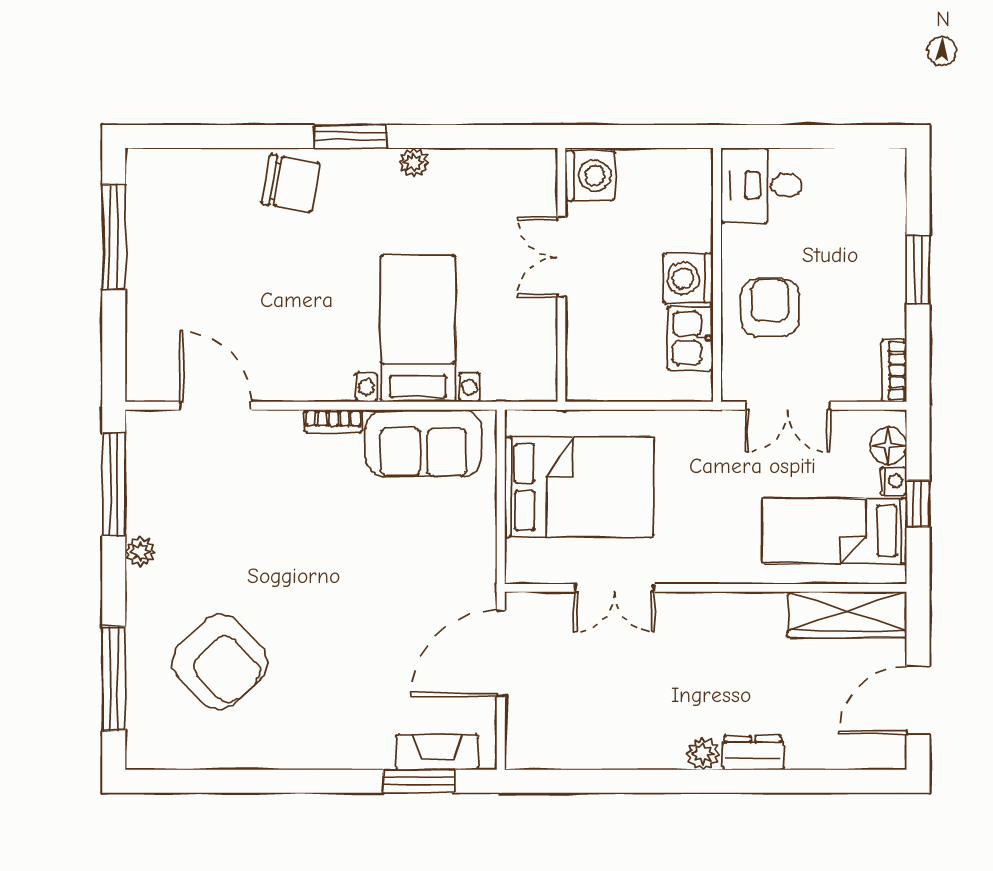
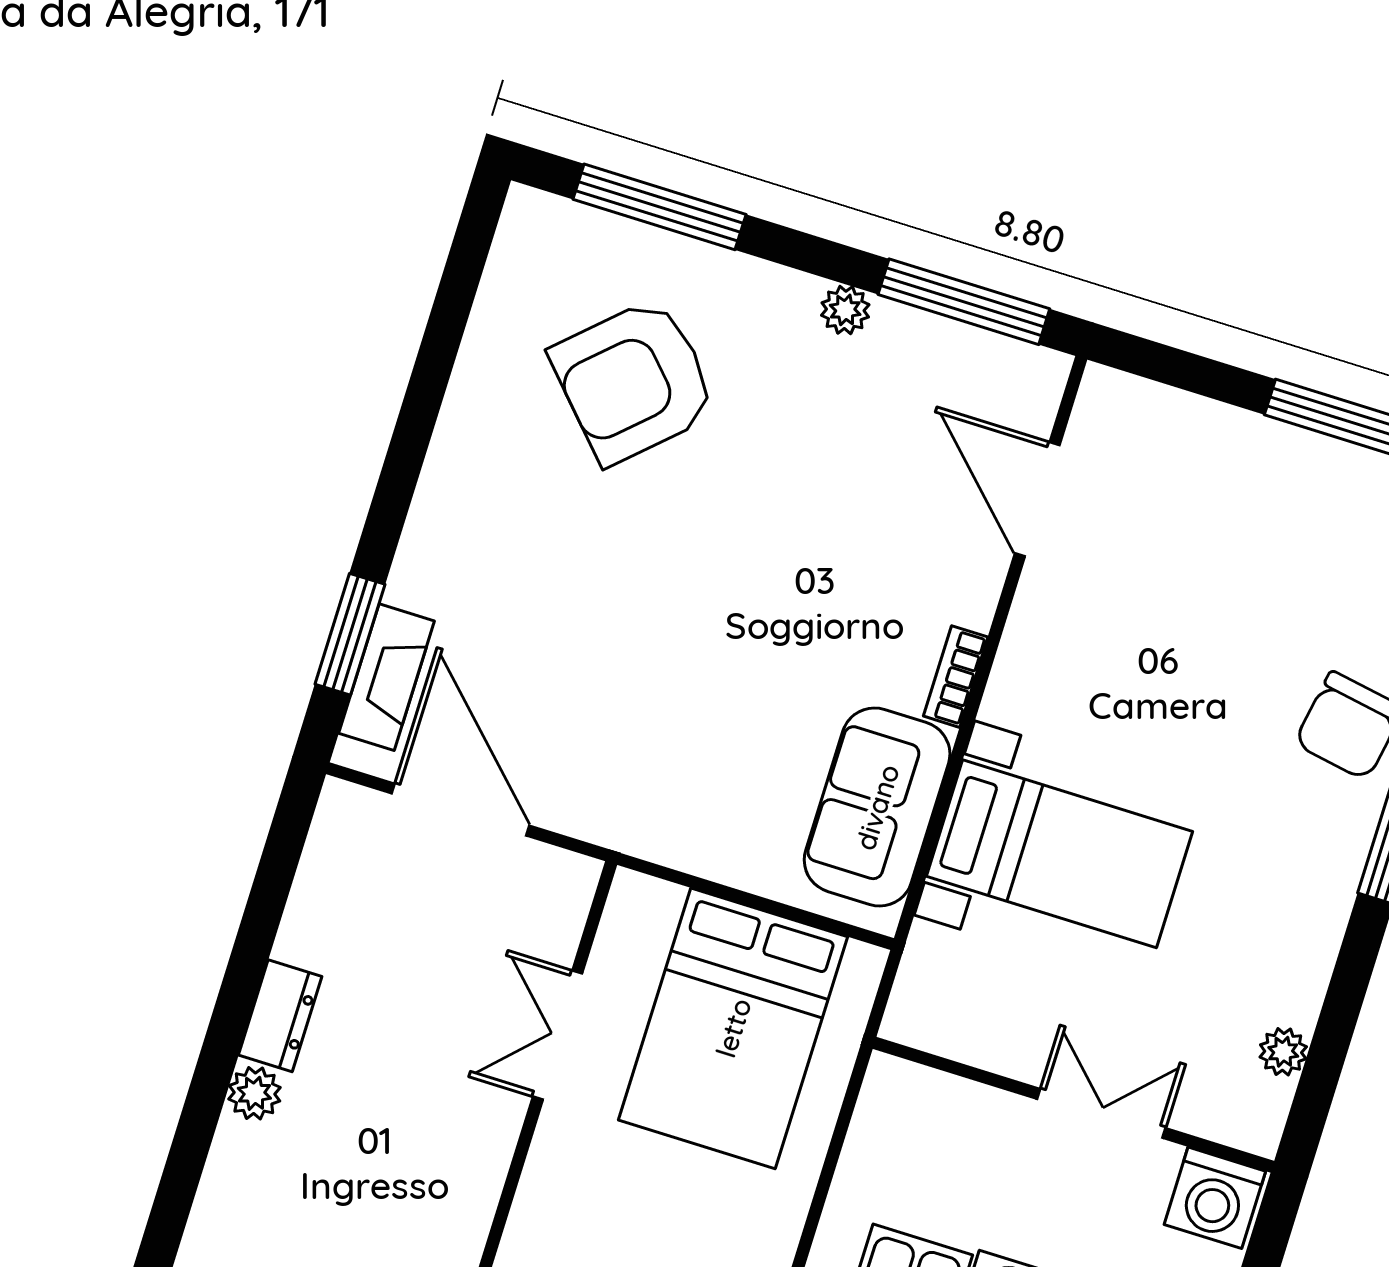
plant: (414, 162) -> (1283, 1052), moved
door: (216, 406) -> (1037, 499), swing flipped
door: (501, 653) -> (461, 810), moved
dresser: (753, 753) -> (280, 1016), moved

